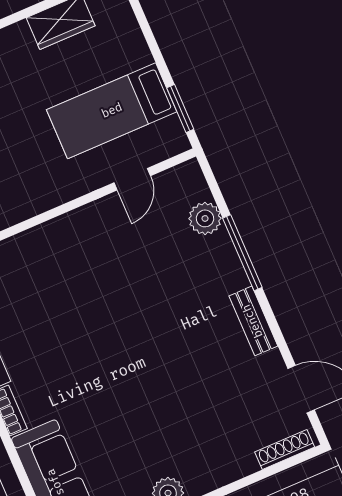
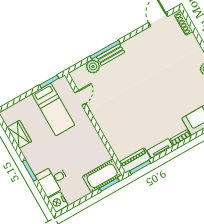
door: (132, 179) -> (80, 98), hinge flipped
bench: (253, 321) -> (110, 55), moved

